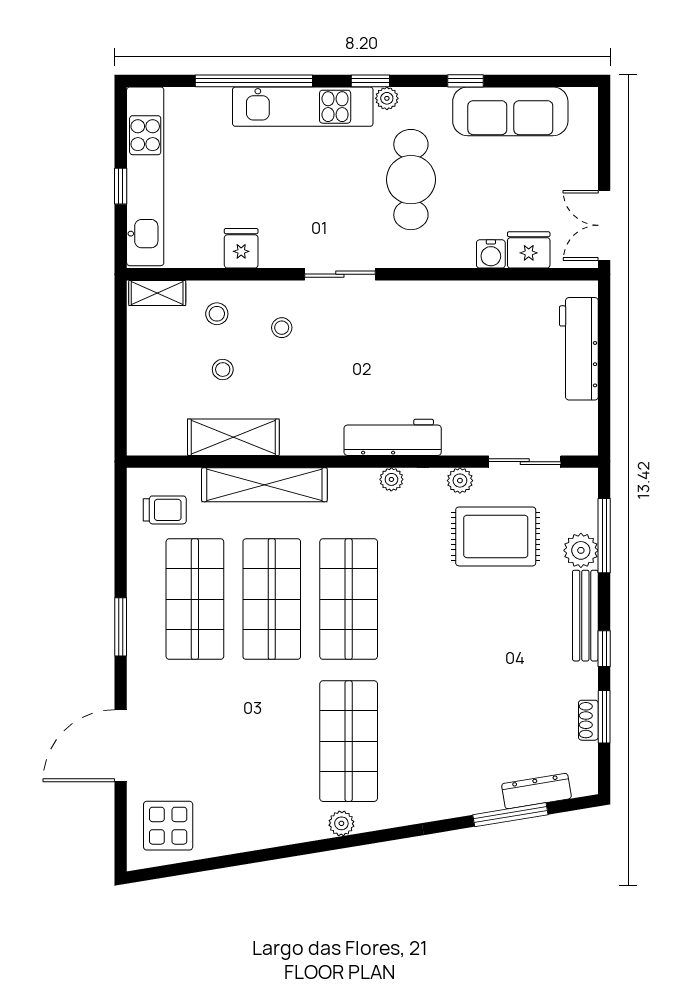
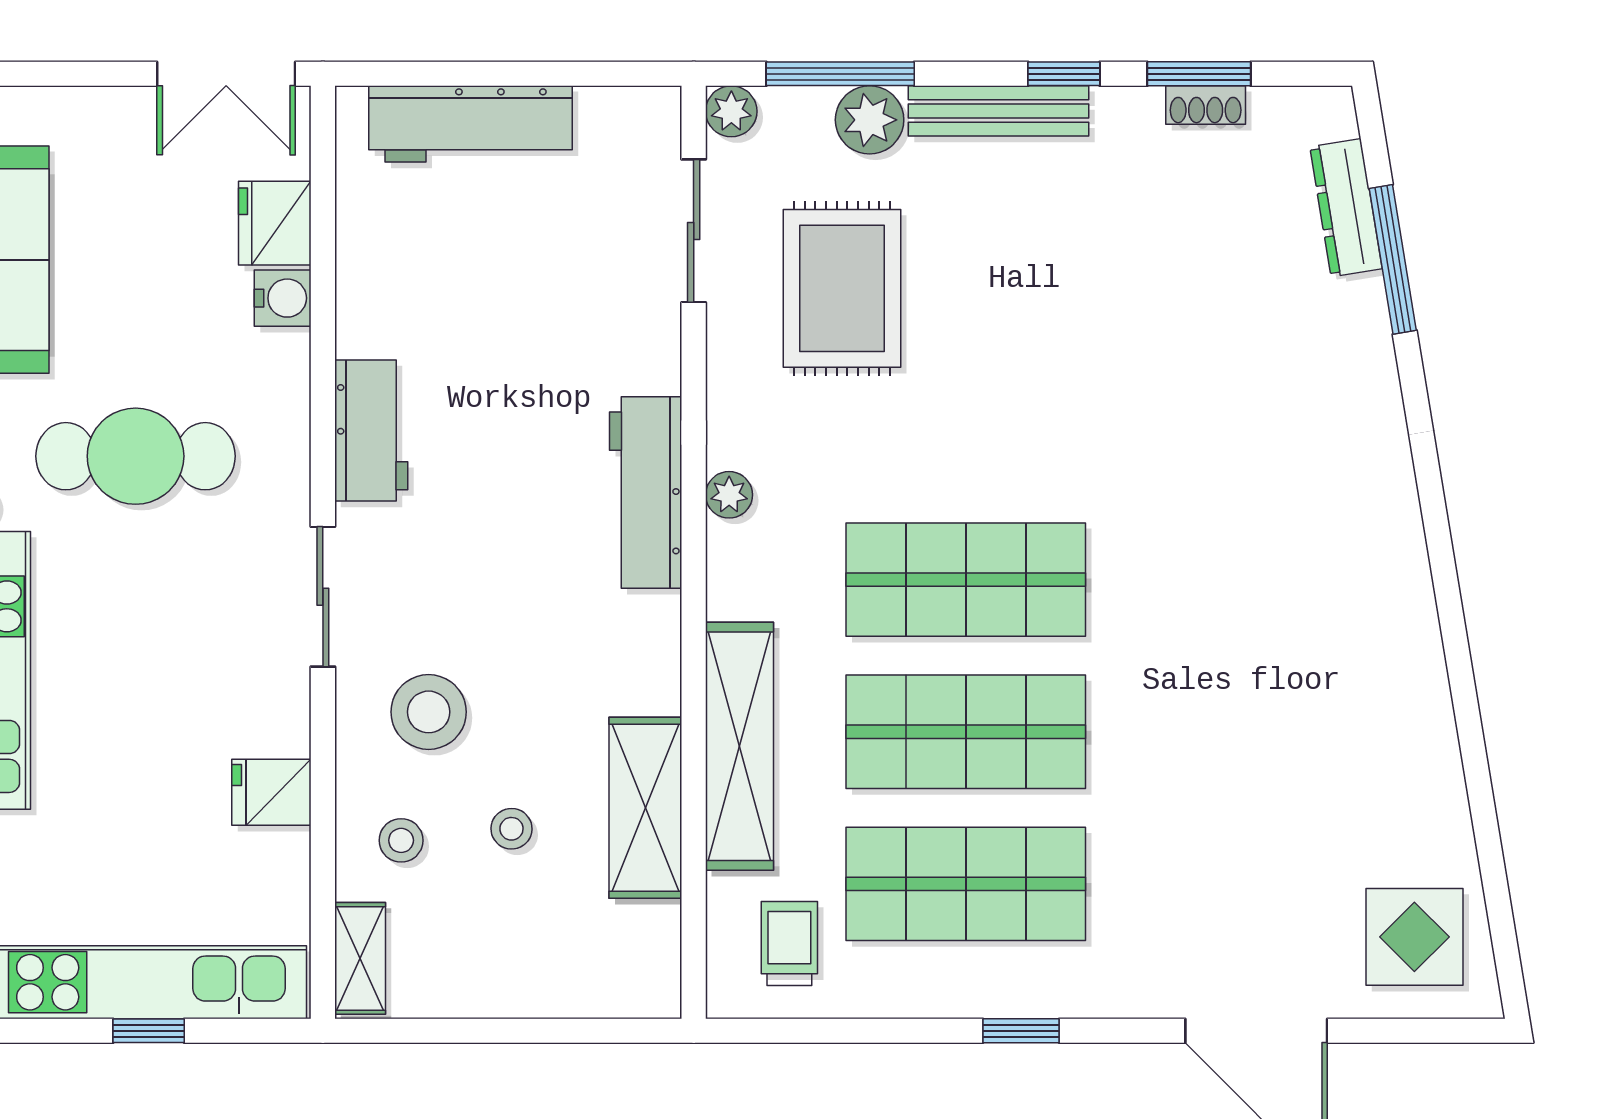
workbench: (424, 299) -> (371, 431), added
stool: (282, 328) -> (429, 712), width x1.89, depth x1.89
plant: (460, 481) -> (731, 111), moved
window: (121, 627) -> (1021, 1031), width x0.67
shop shelf: (349, 741) -> (1247, 580), removed
plant: (341, 823) -> (1410, 594), removed

